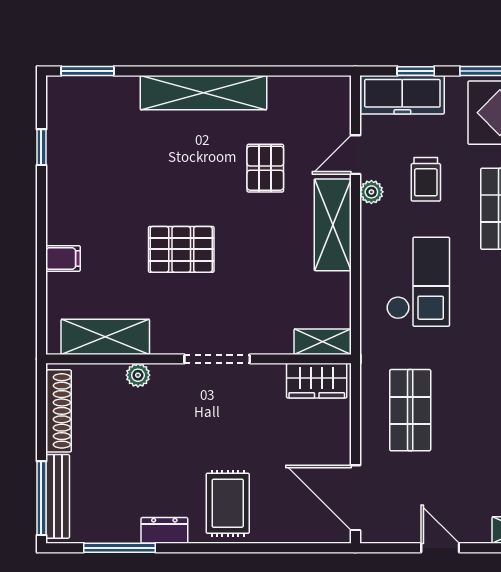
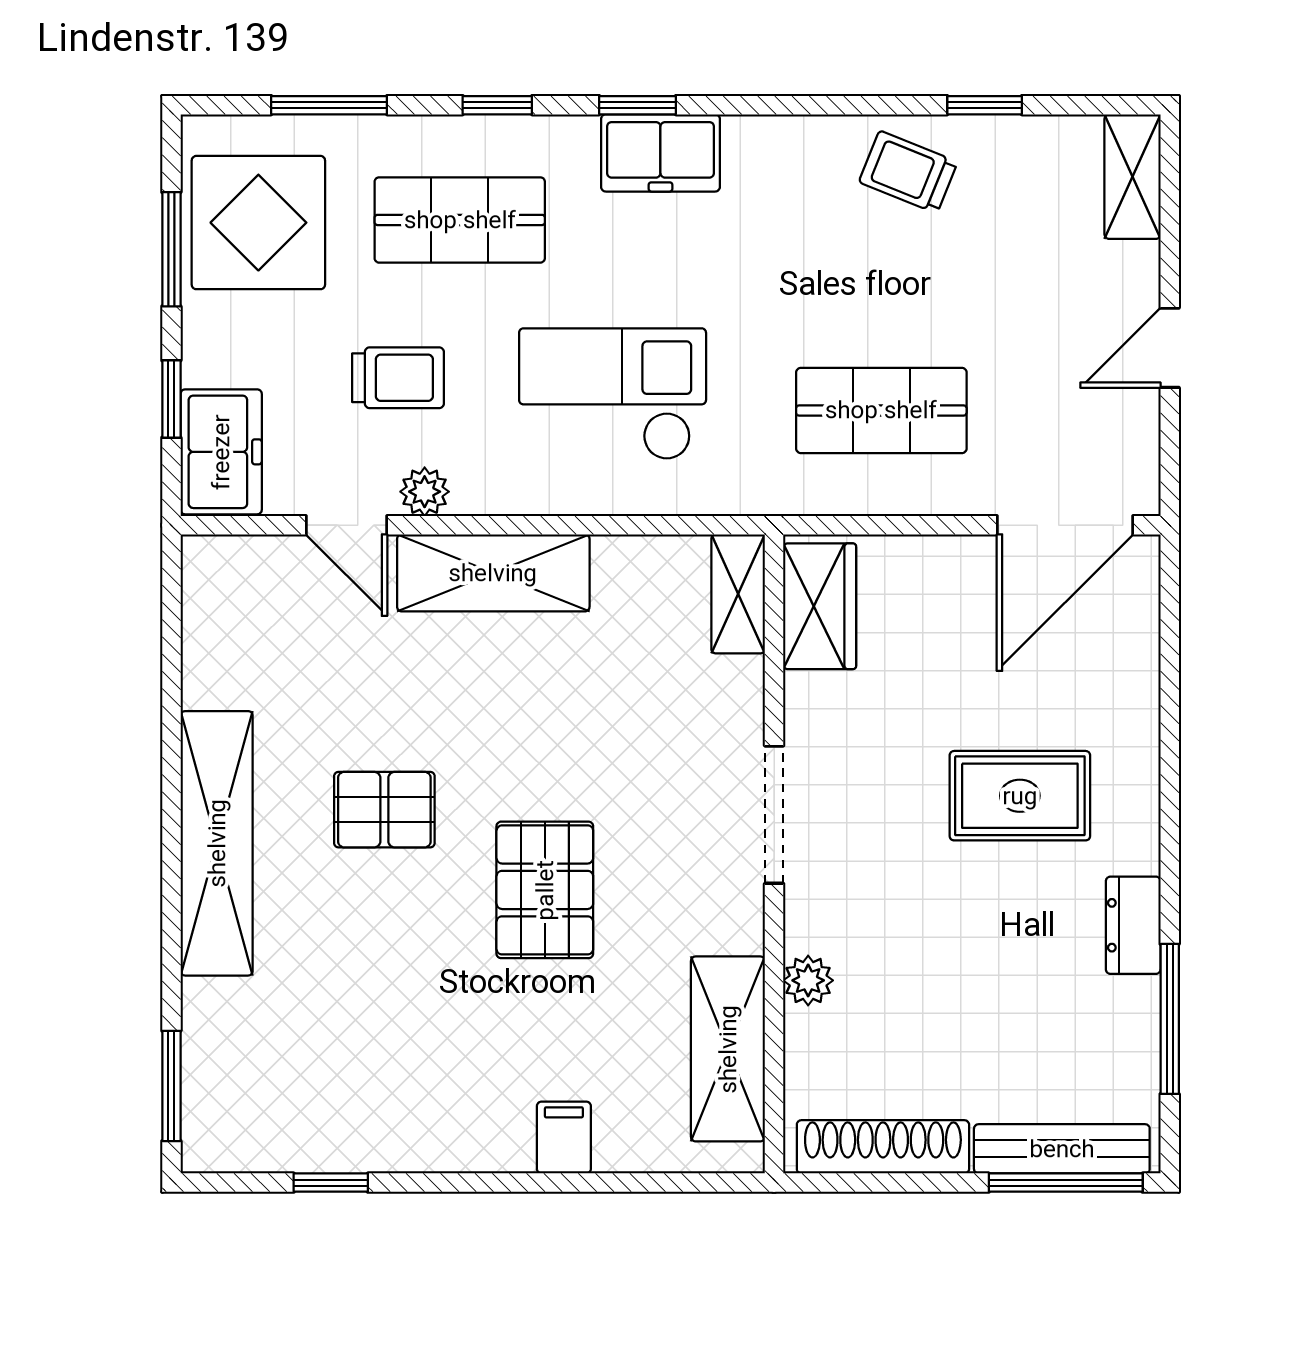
freezer: (402, 95) -> (221, 452), width x0.71
pallet: (265, 168) -> (384, 810), moved
rug: (228, 503) -> (1020, 796), moved

